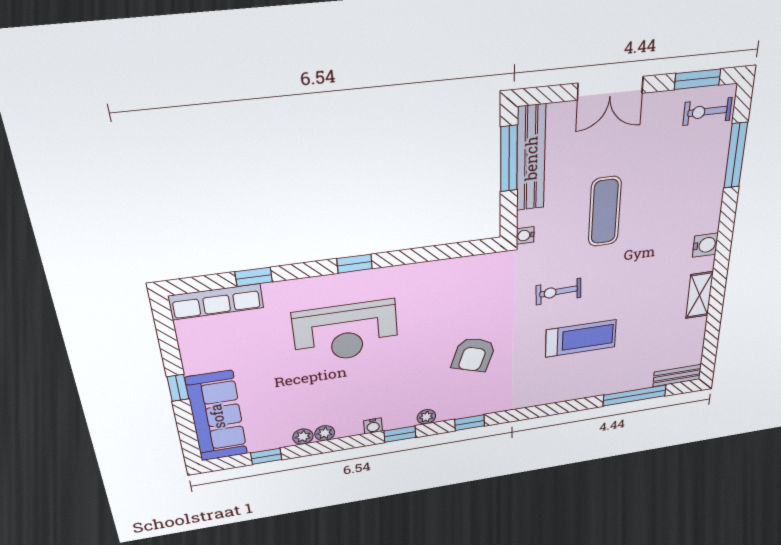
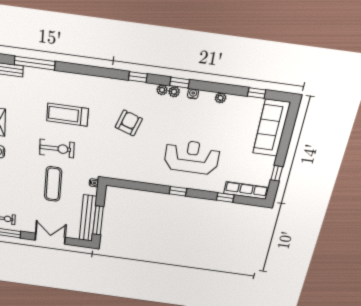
exercise bike: (559, 292) -> (57, 149), moved, width x1.38, depth x1.39
window: (178, 388) -> (277, 173), moved
plant: (303, 437) -> (174, 92), moved

